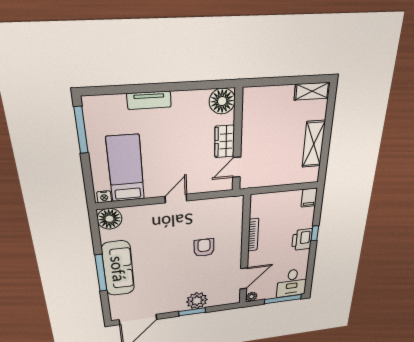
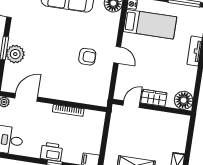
door: (237, 167) -> (131, 104), hinge flipped
armchair: (204, 248) -> (87, 57), moved
door: (244, 278) -> (26, 97), swing flipped

